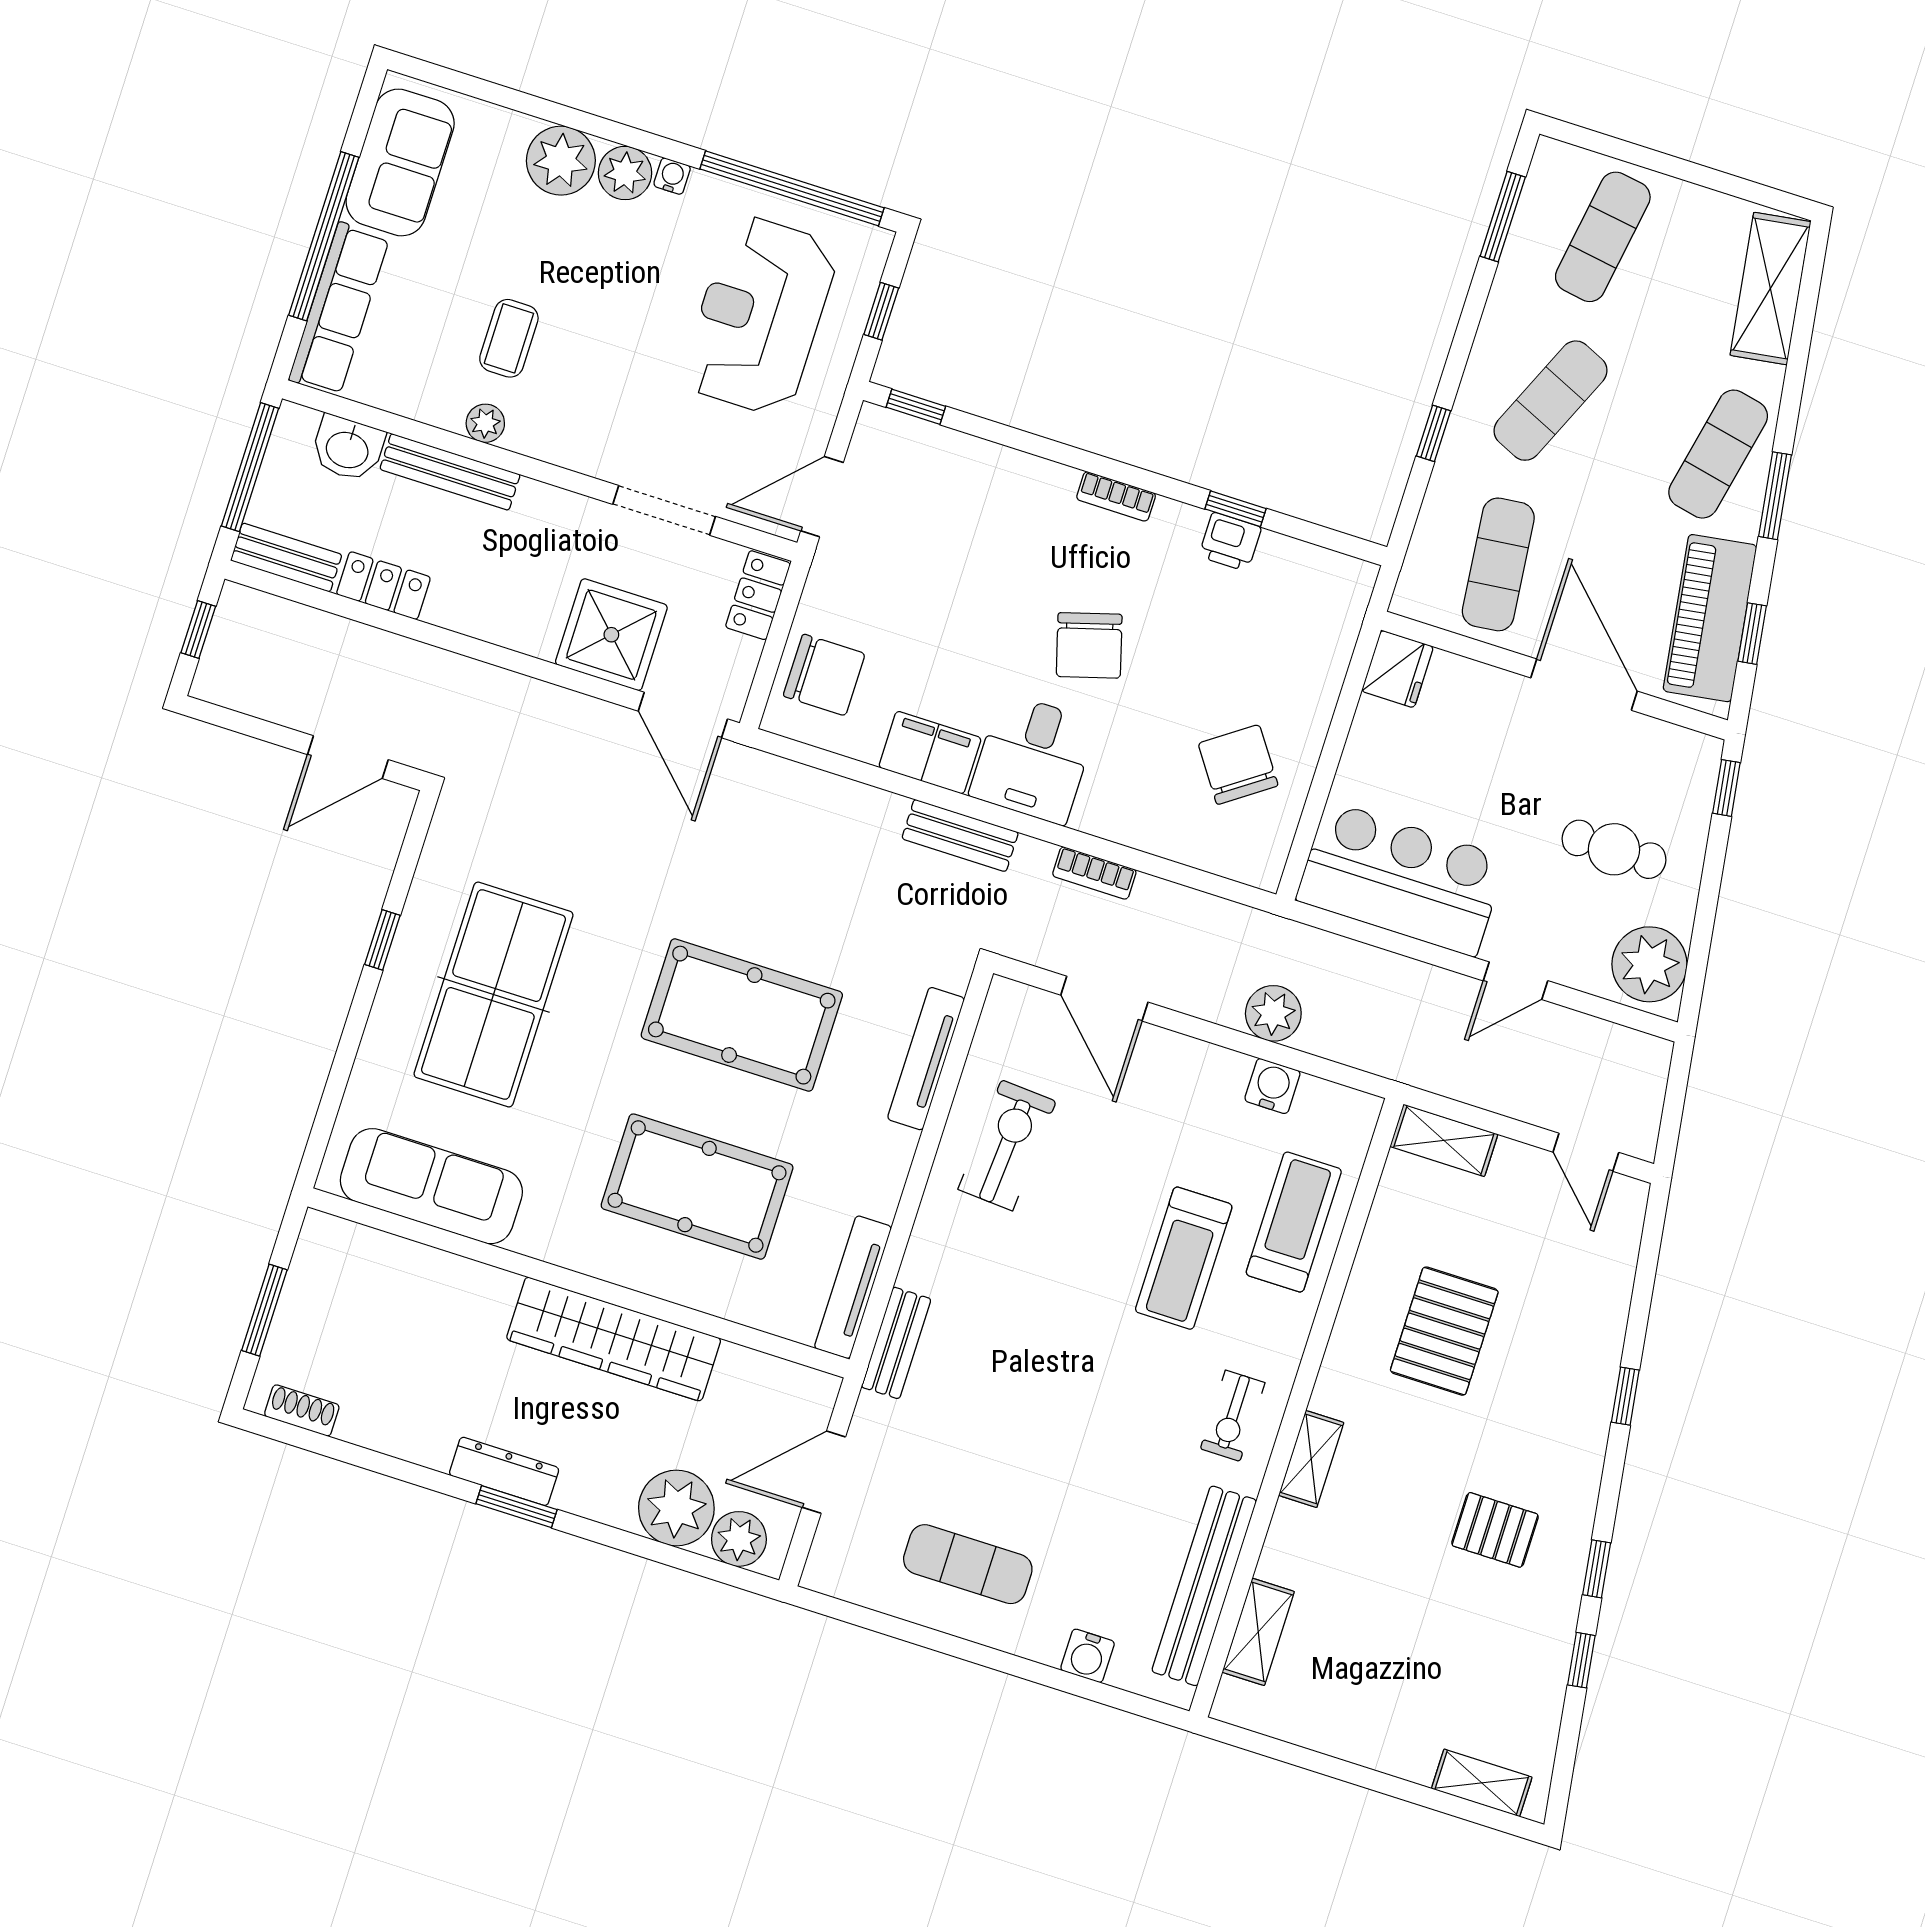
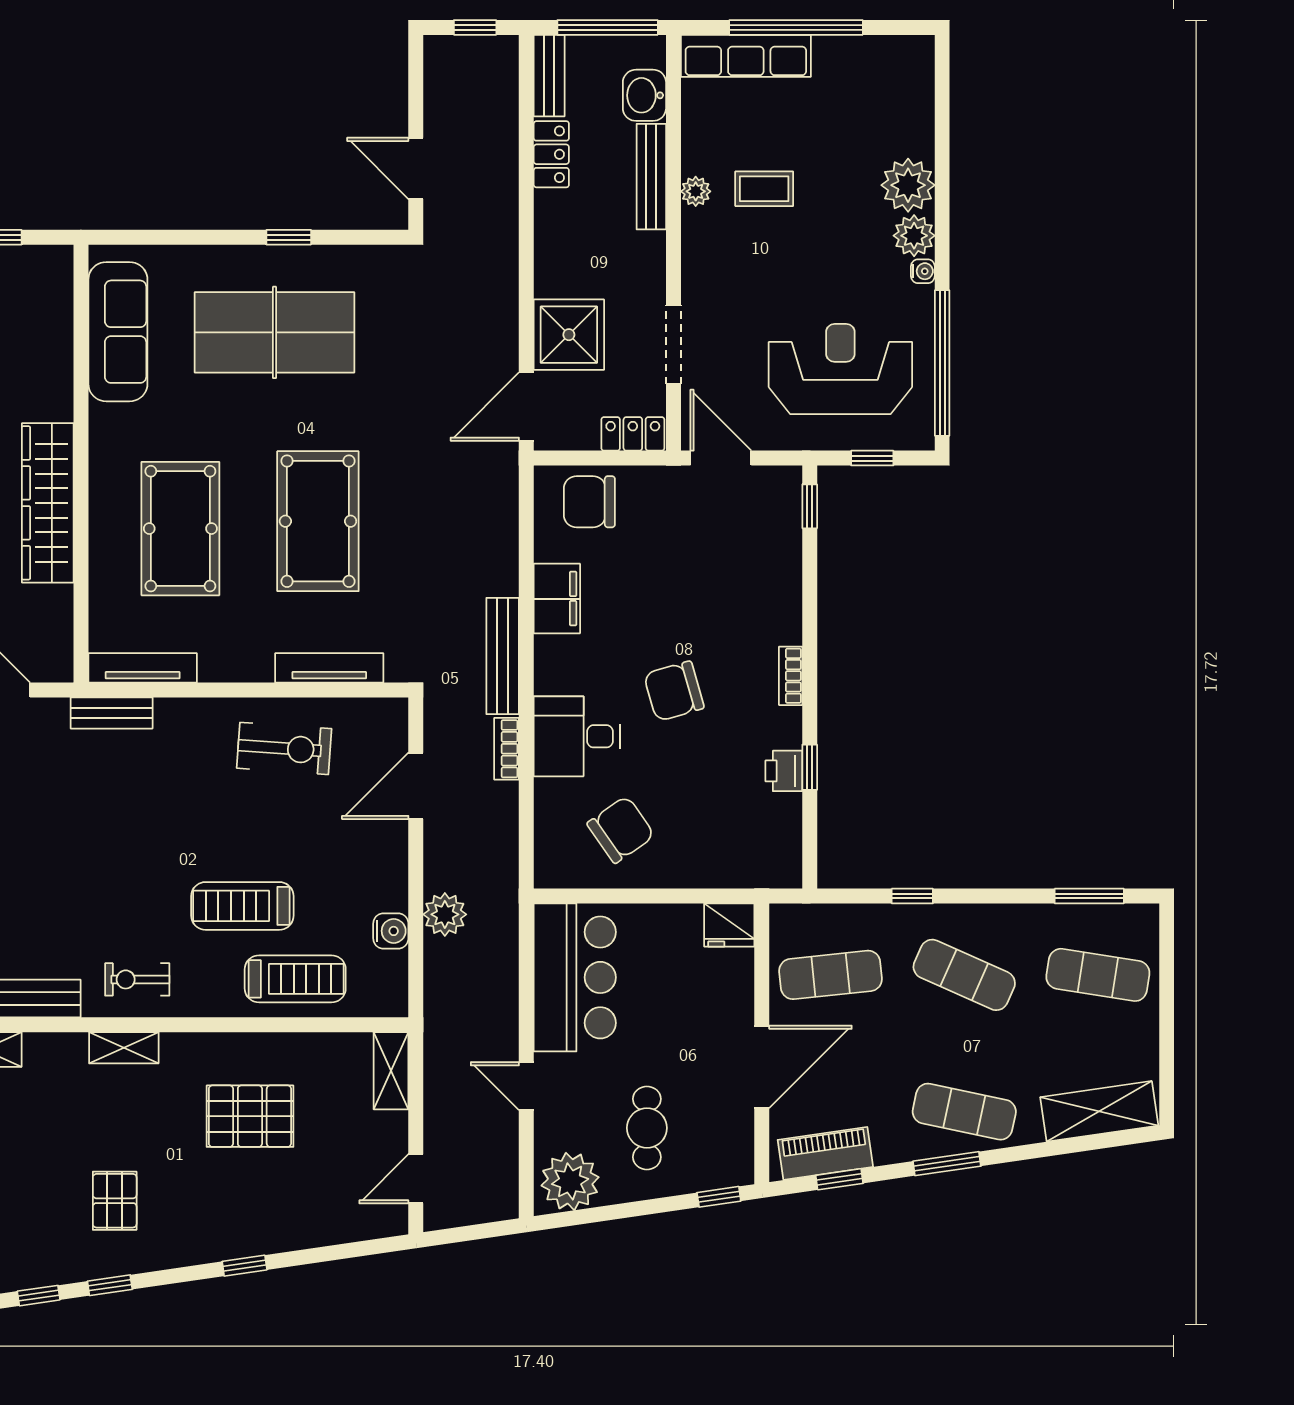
sofa: (400, 162) -> (869, 67), removed
piano: (1710, 618) -> (825, 1153), width x0.73, depth x0.75
chair: (824, 675) -> (589, 502), turned 90
desk: (1033, 759) -> (577, 736), moved
bench: (960, 835) -> (503, 656), width x1.36

